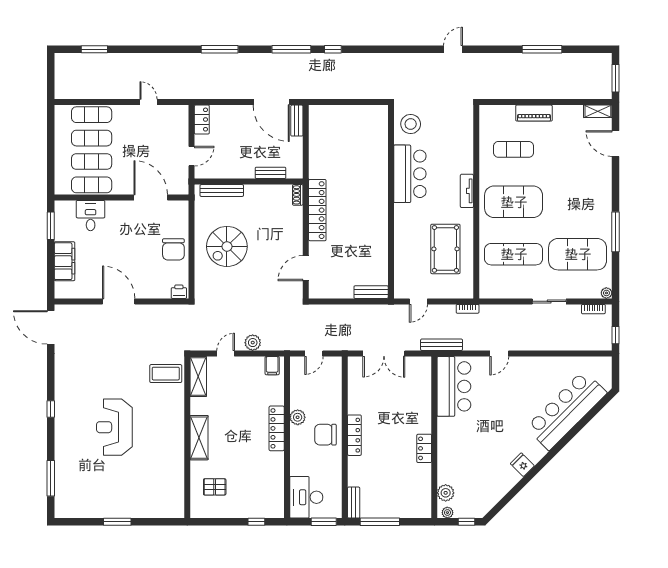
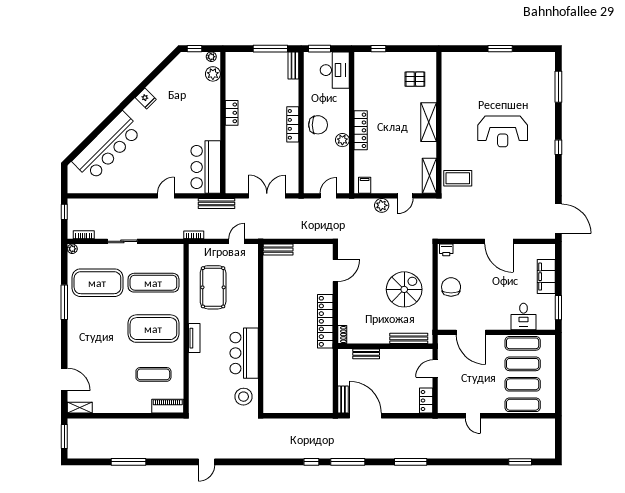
piano: (534, 113) -> (168, 406), moved
reception desk: (114, 427) -> (503, 131), turned 90

